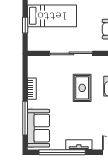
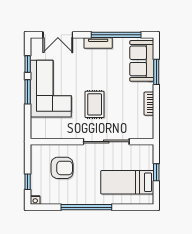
window: (25, 118) -> (156, 72), width x0.69

